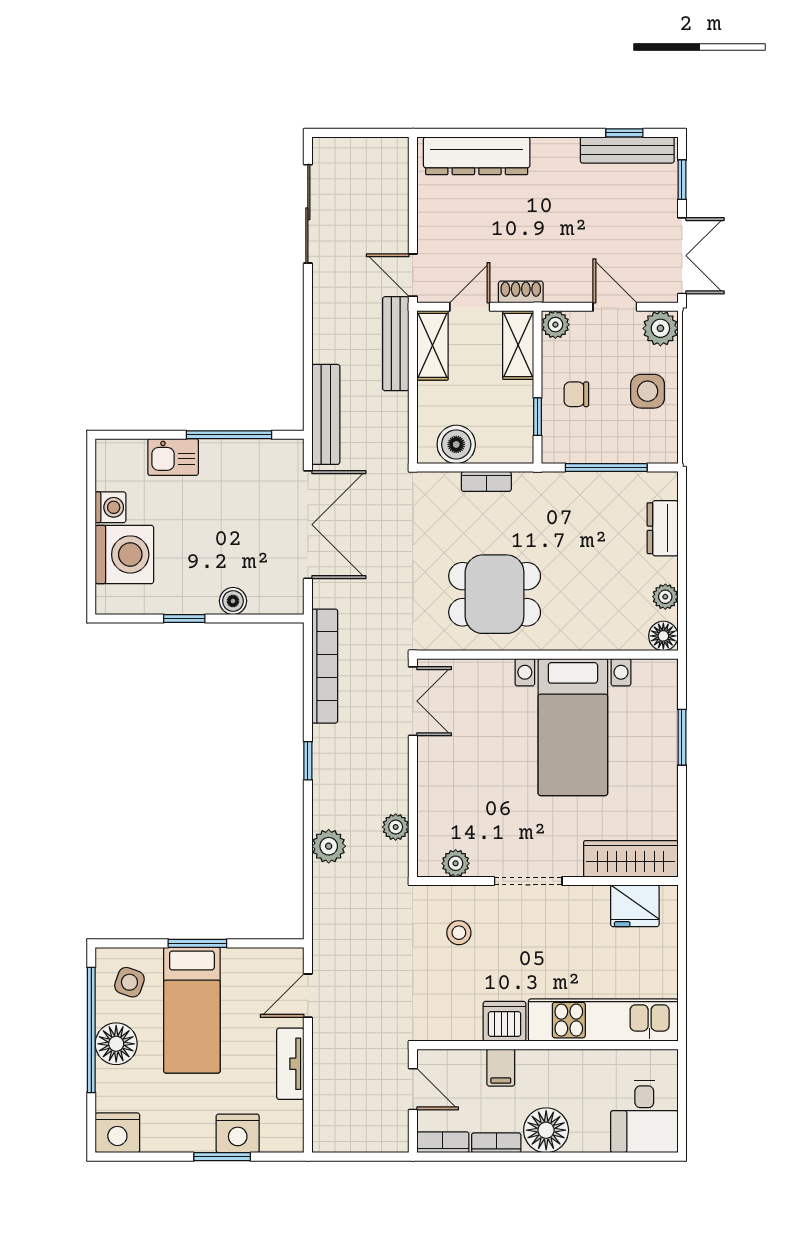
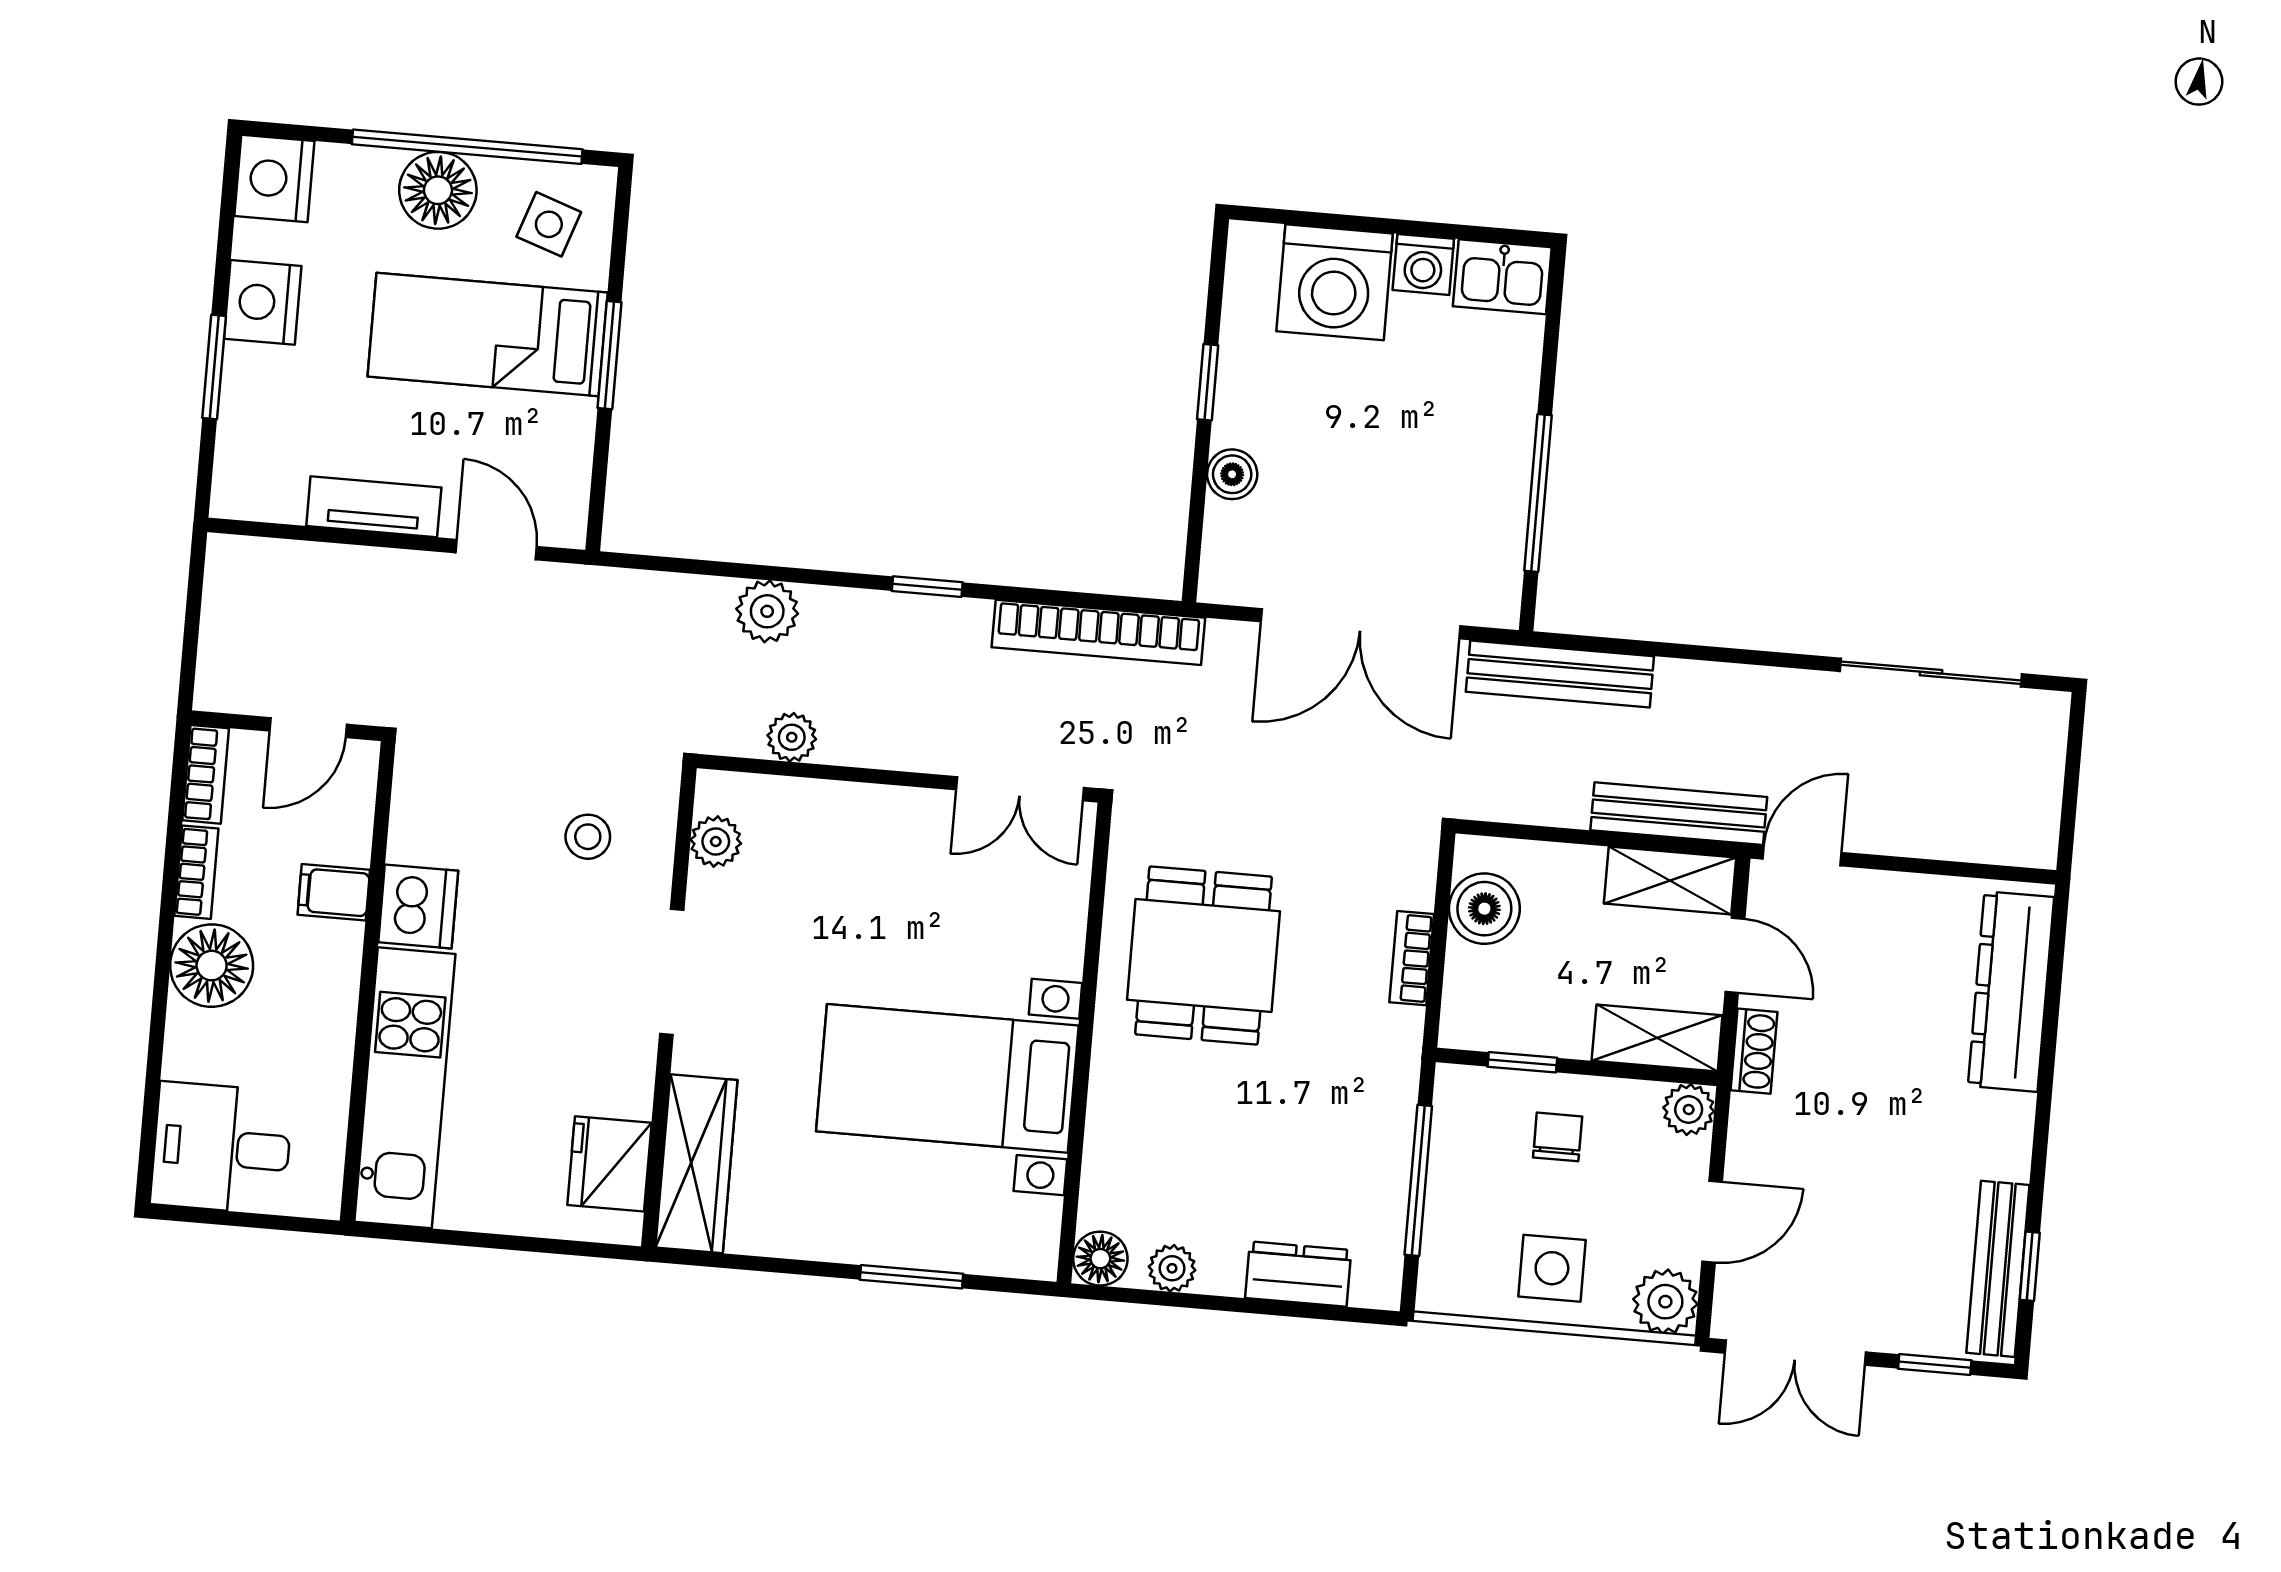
kitchen sink: (173, 457) -> (1502, 277), moved, turned -90
nightstand: (238, 1133) -> (263, 302), moved

